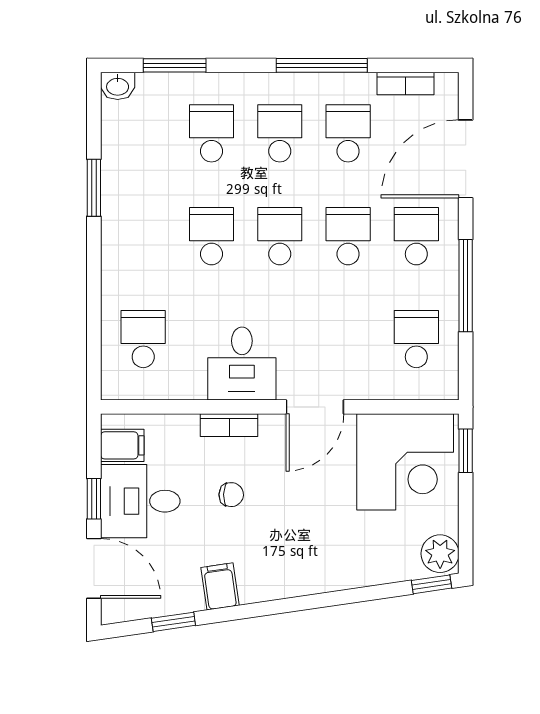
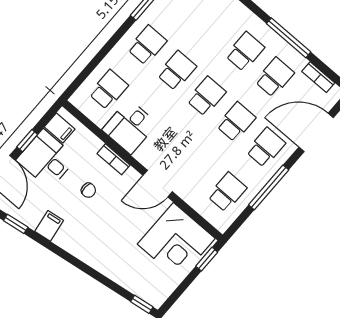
school desk: (211, 133) -> (147, 45), moved
desk: (242, 364) -> (130, 127), moved
plant: (440, 554) -> (157, 294), removed

